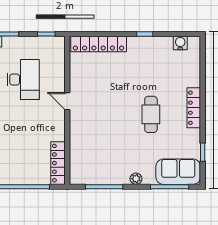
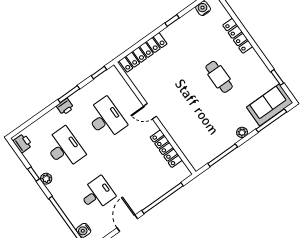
locker: (194, 108) -> (238, 36), moved
locker: (58, 163) -> (166, 149), moved

